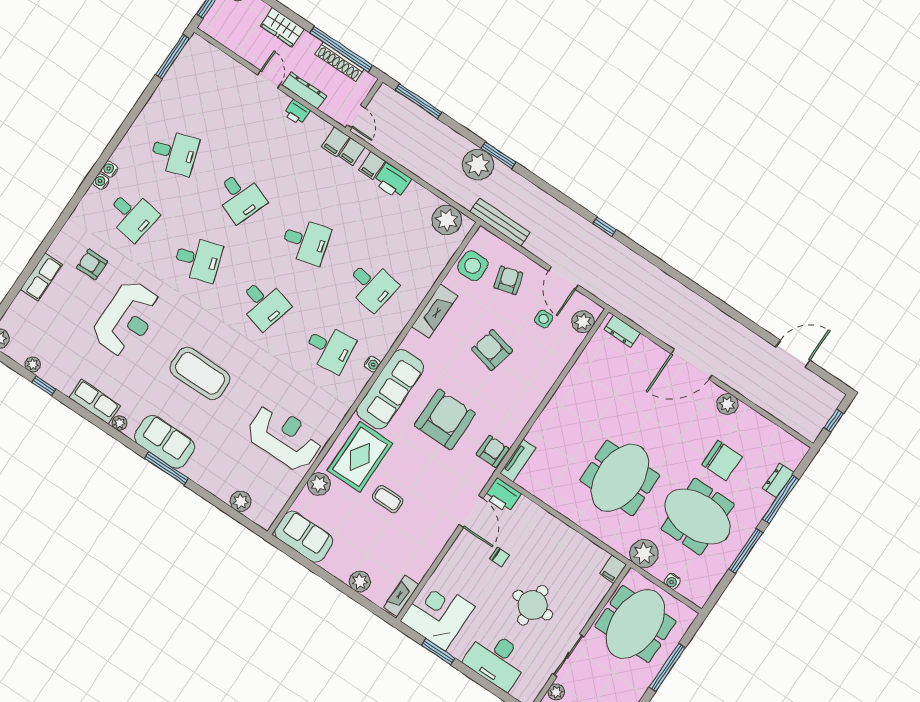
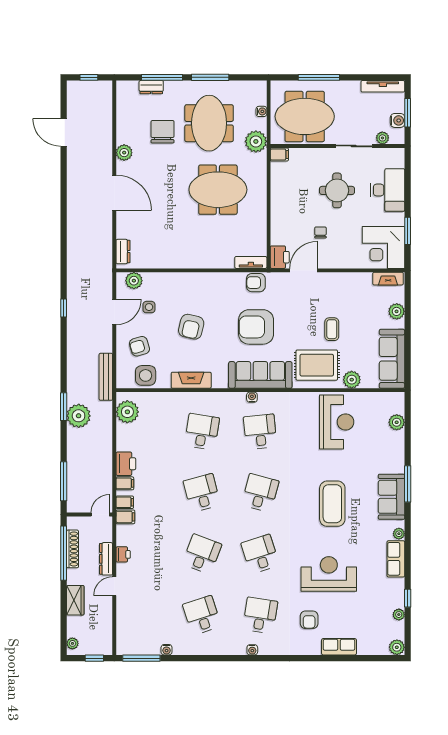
water cooler: (110, 169) -> (167, 650), moved
reception desk: (284, 437) -> (337, 422), turned 180
sofa: (304, 537) -> (392, 359), width x1.36

